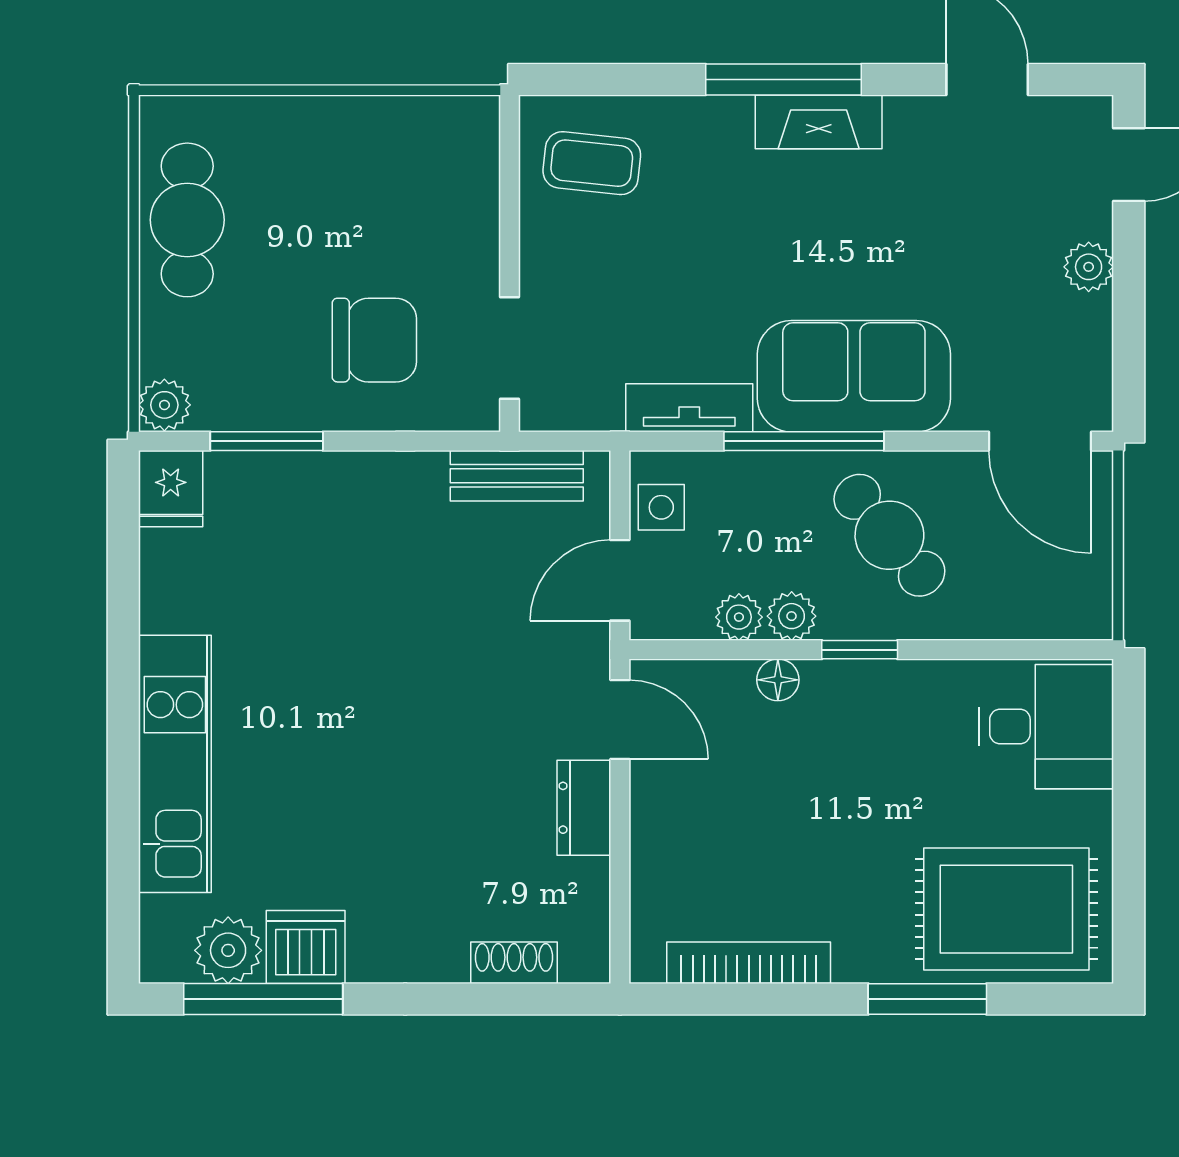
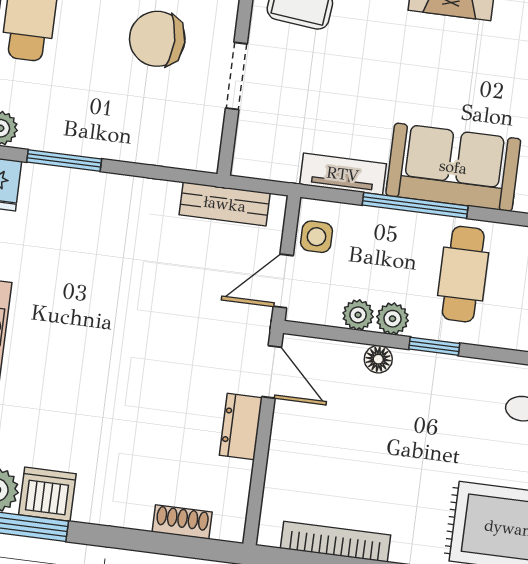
chair: (374, 340) -> (157, 39), moved, turned 180
doorway: (509, 348) -> (236, 76), moved
cafe table: (889, 535) -> (463, 274), turned 40

